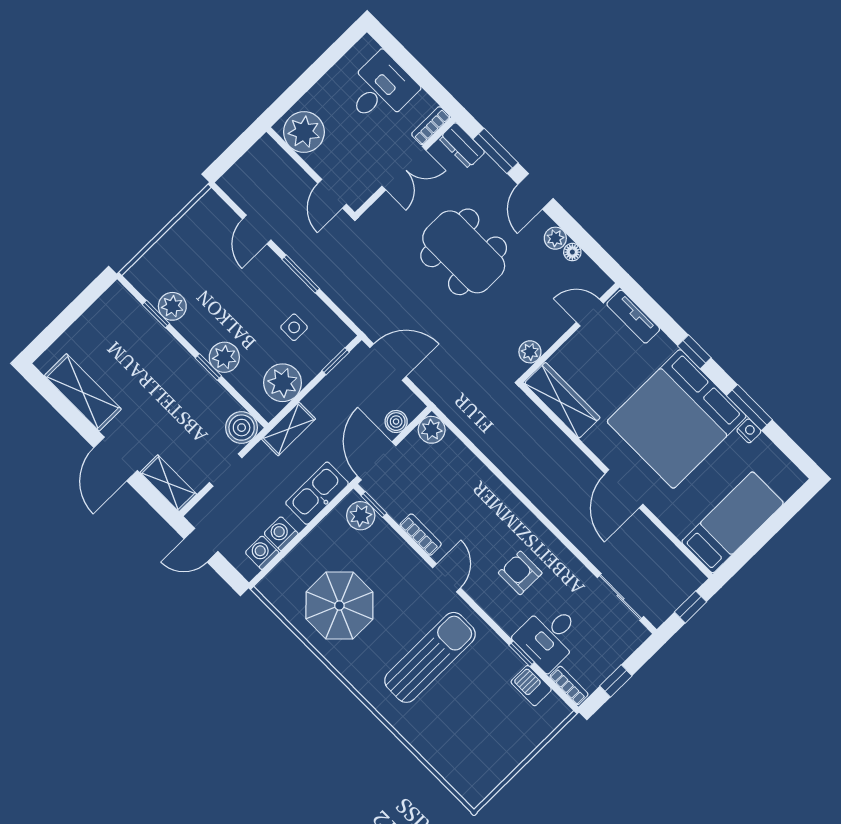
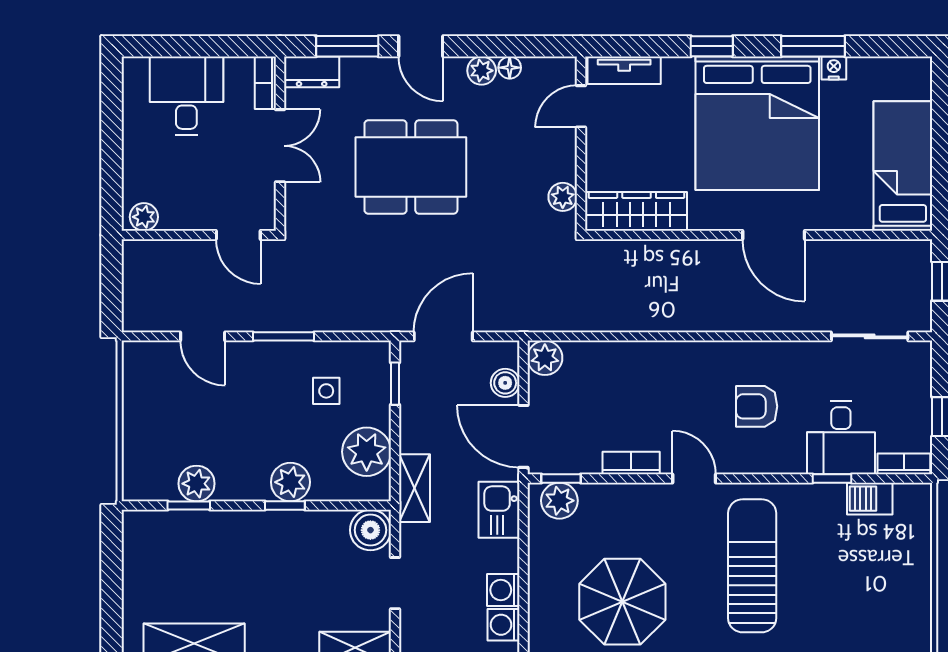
plant: (304, 132) -> (144, 217), width x0.53, depth x0.53
kitchen sink: (317, 493) -> (499, 510), width x0.73

